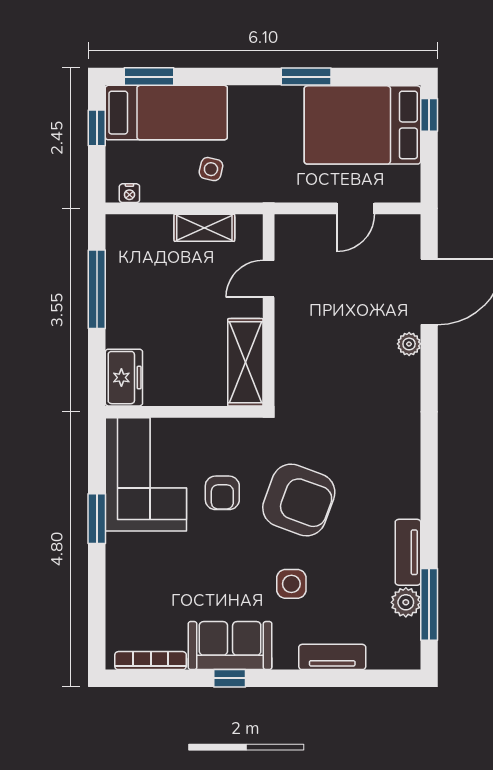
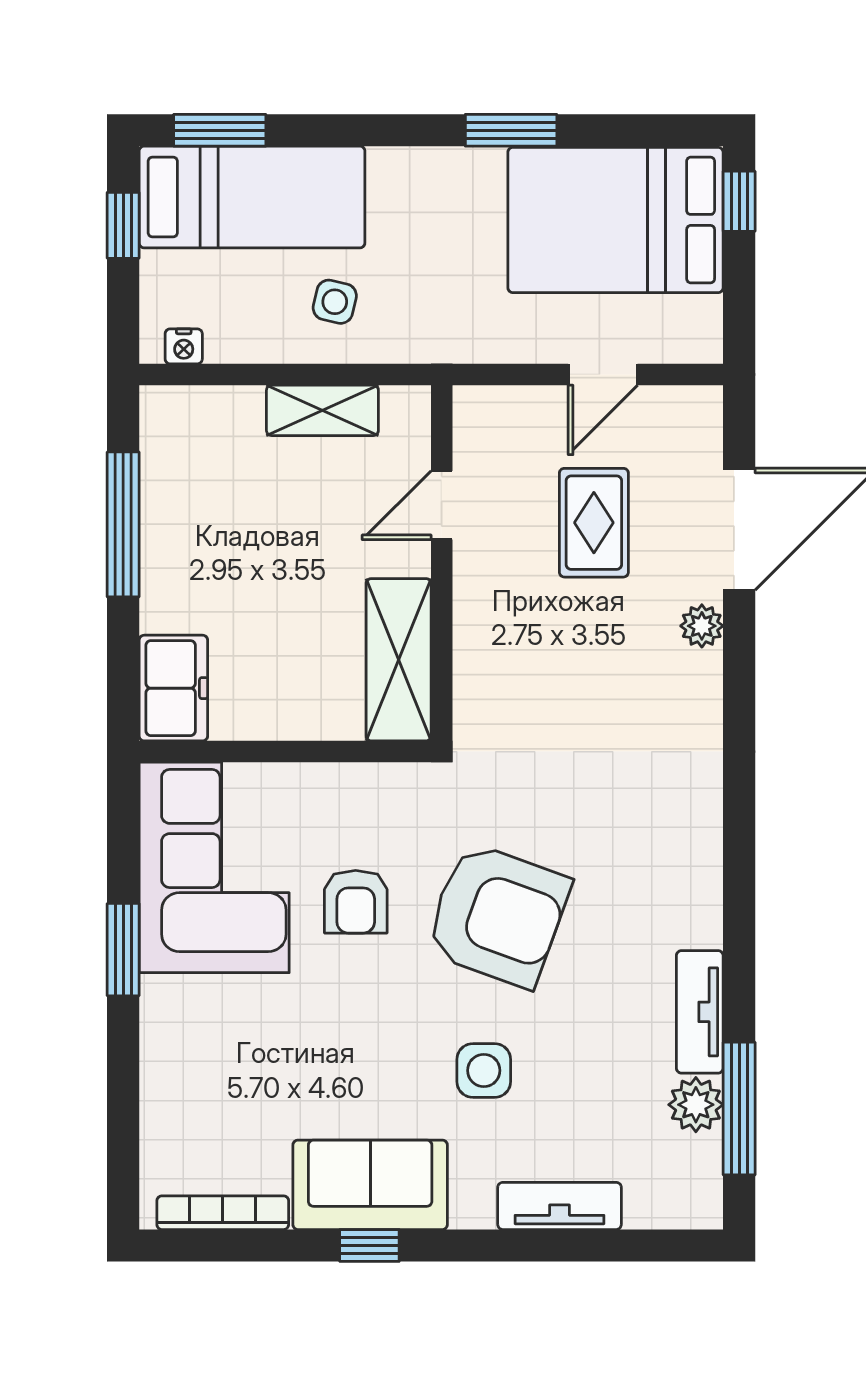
rug: (351, 288) -> (594, 523), added

